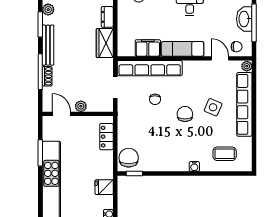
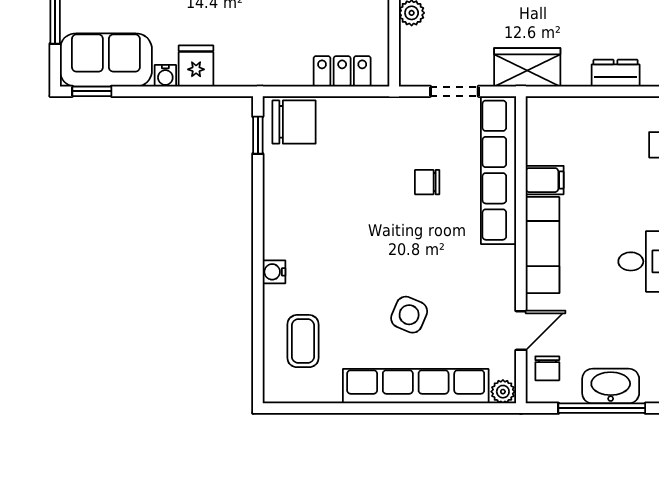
wardrobe: (105, 43) -> (527, 67), moved
filing cabinet: (148, 48) -> (545, 180), width x0.50
chair: (185, 114) -> (394, 250), removed
fridge: (104, 187) -> (196, 66), moved

